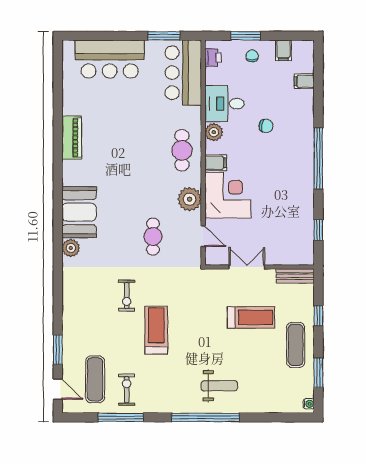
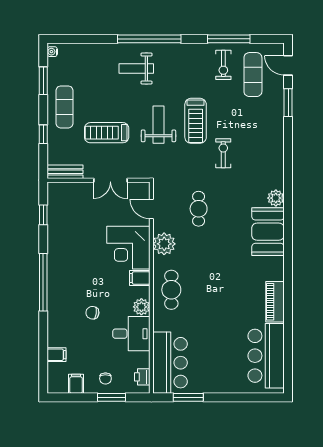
bar counter: (110, 59) -> (266, 356), moved, turned -90
weight bench: (196, 326) -> (158, 125), added

